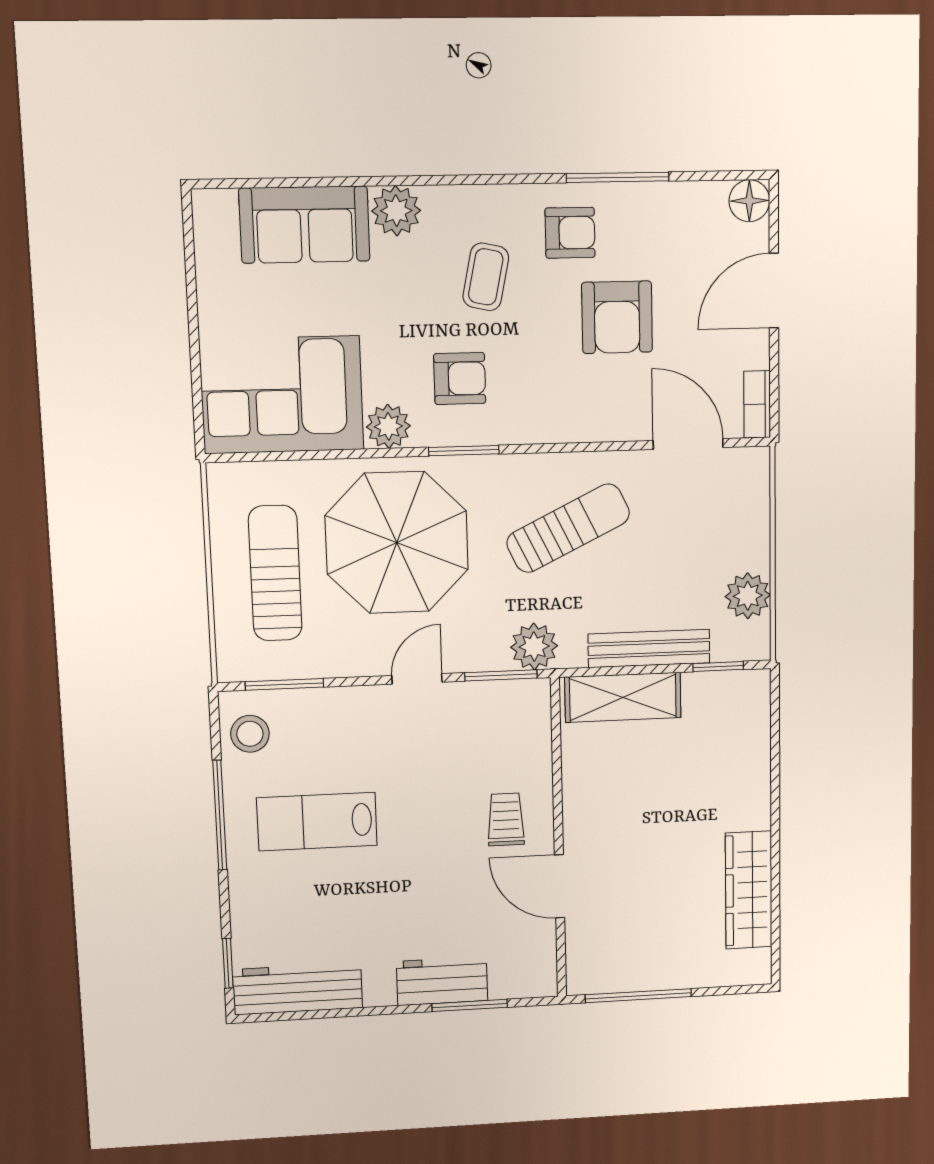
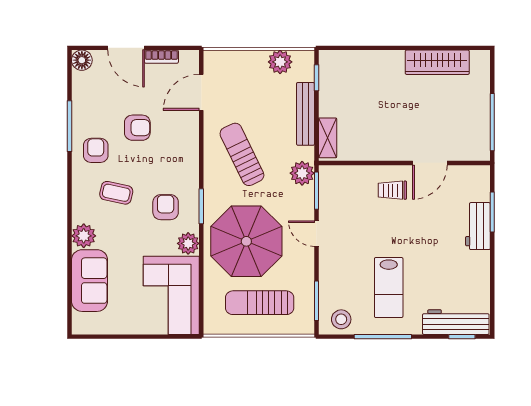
armchair: (617, 317) -> (137, 128), width x0.72, depth x0.72
bookcase: (757, 404) -> (161, 57), moved
shelving: (623, 697) -> (328, 138), width x0.67, depth x0.75
workbench: (298, 989) -> (456, 322), moved, turned 90

